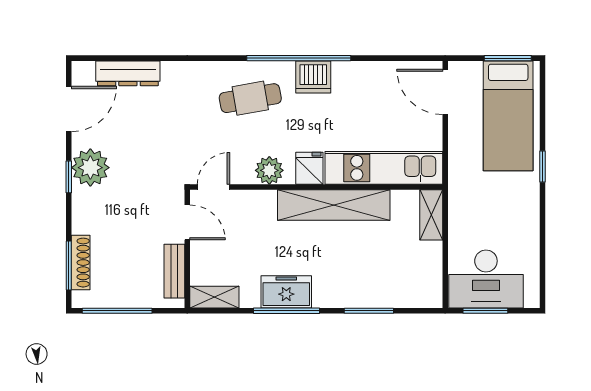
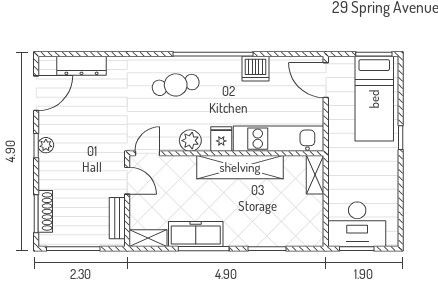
dishwasher: (313, 77) -> (256, 69), moved
plant: (90, 168) -> (46, 145), width x0.53, depth x0.53
freezer: (286, 292) -> (196, 234), width x1.40

